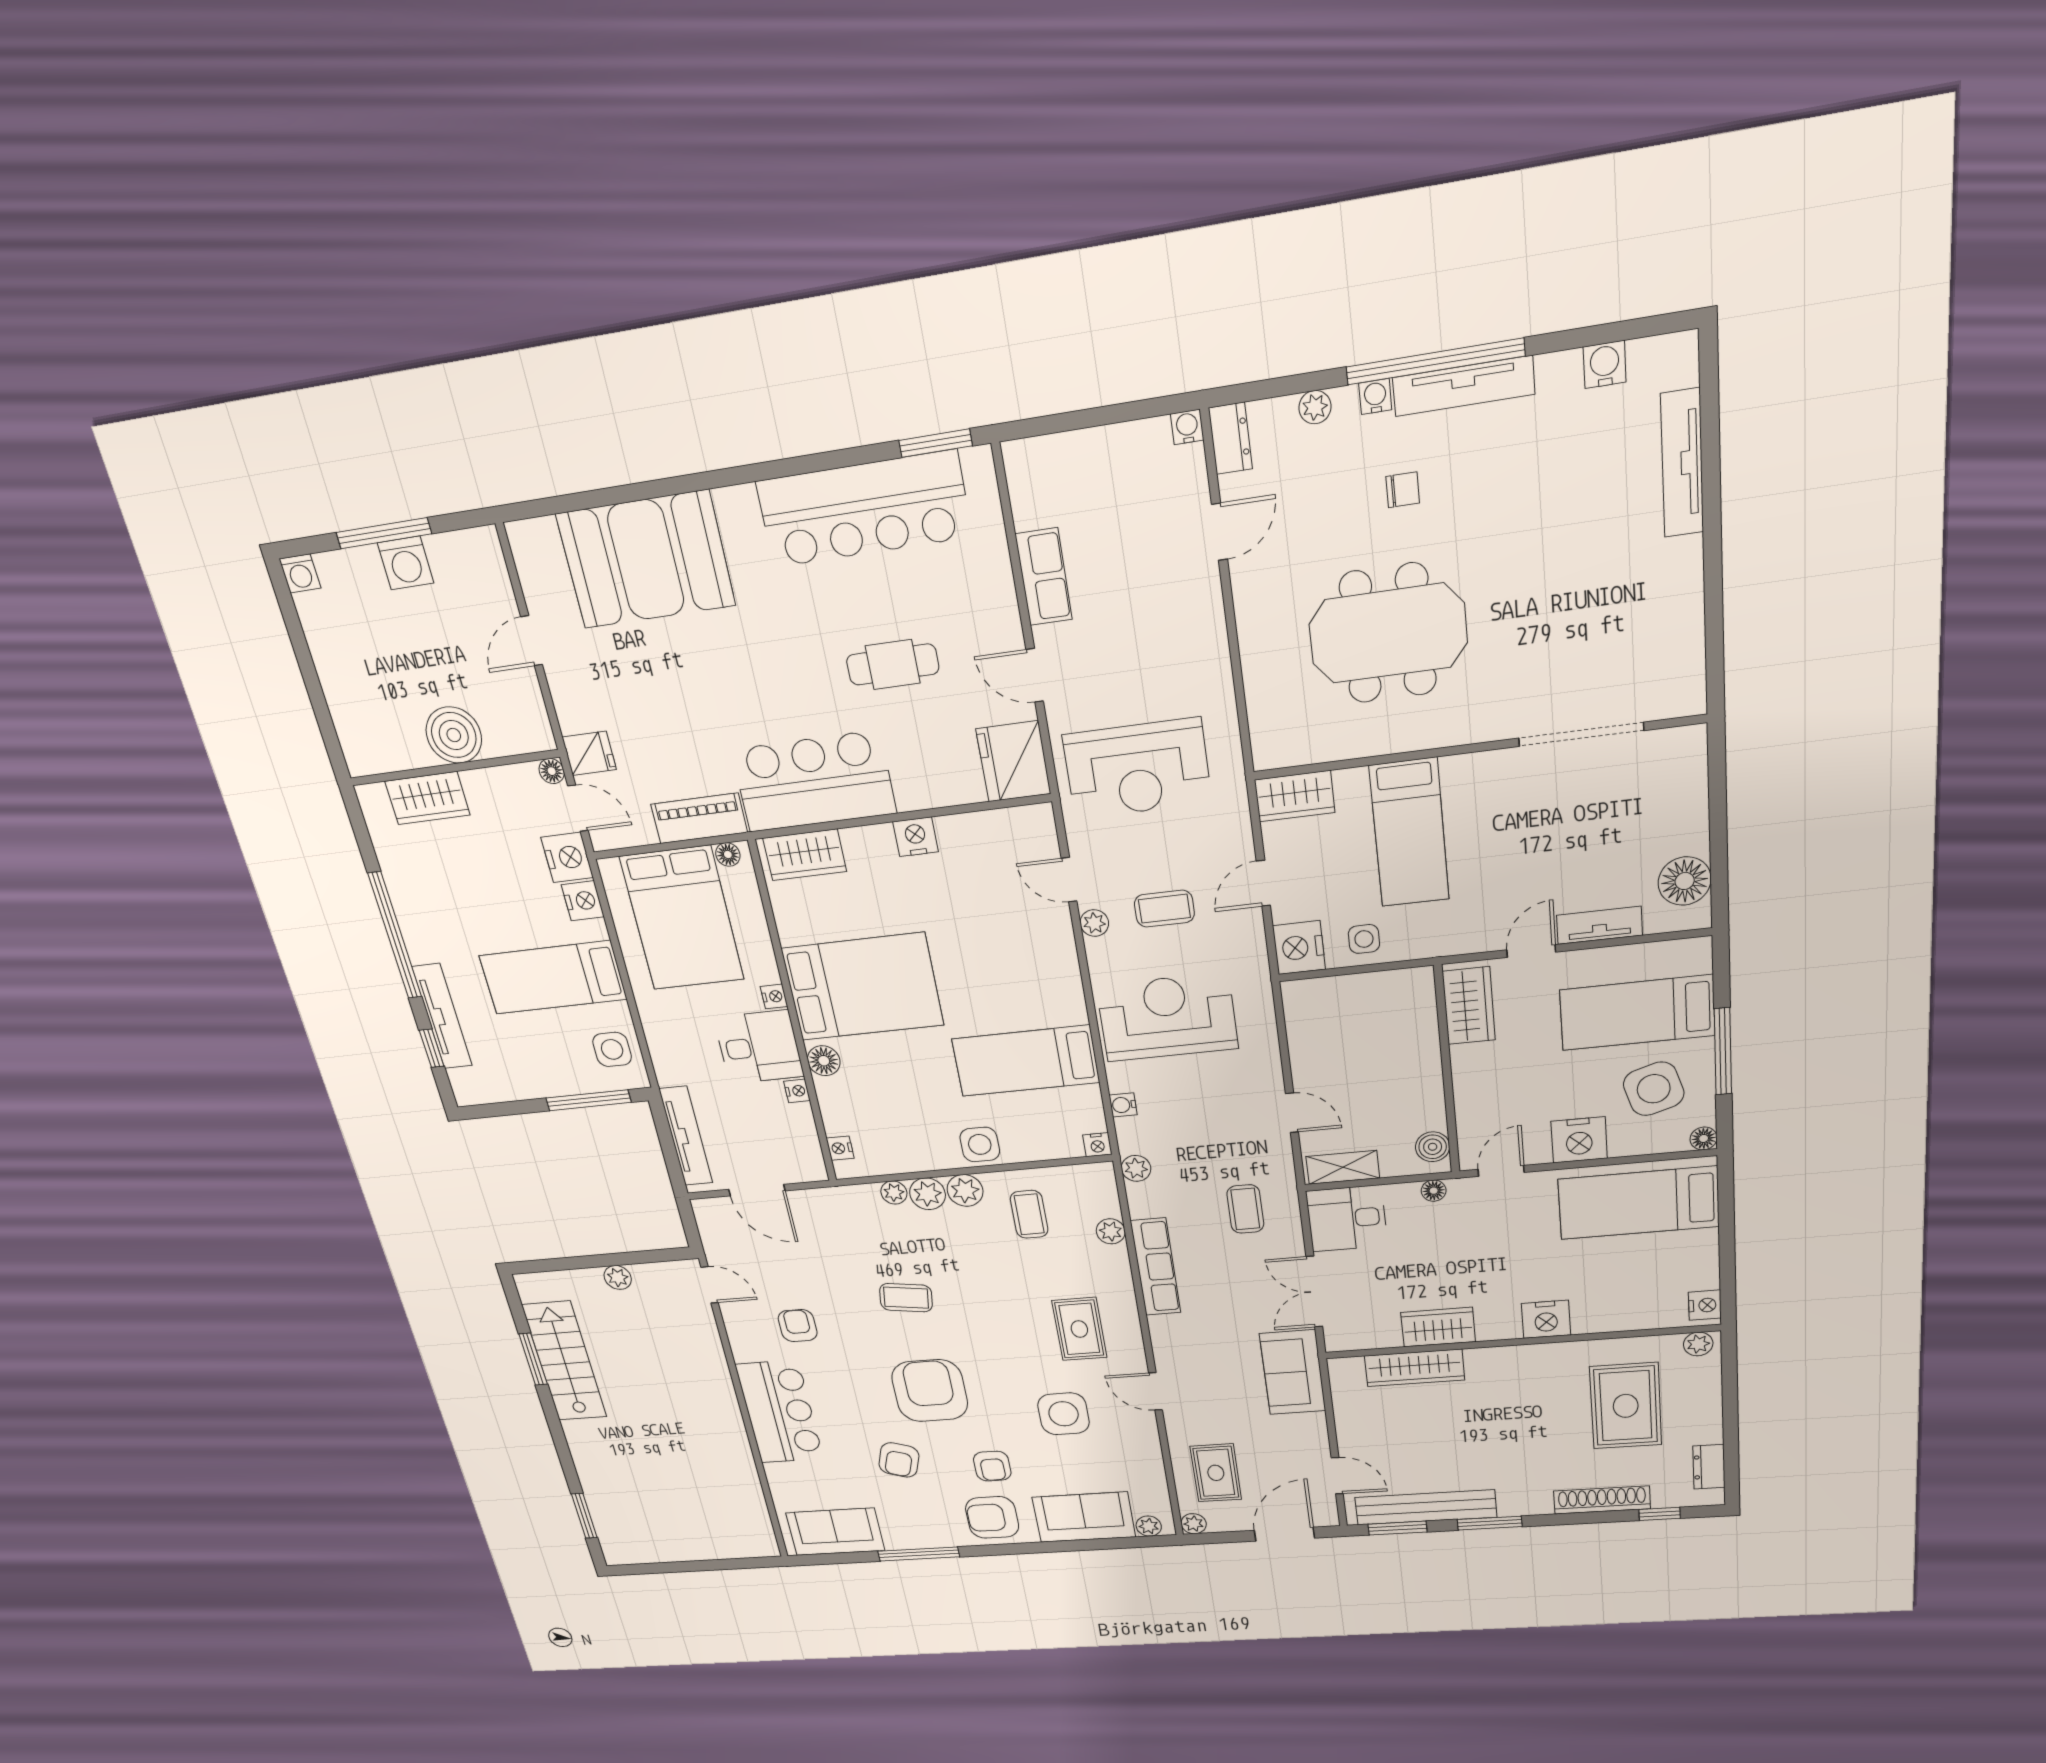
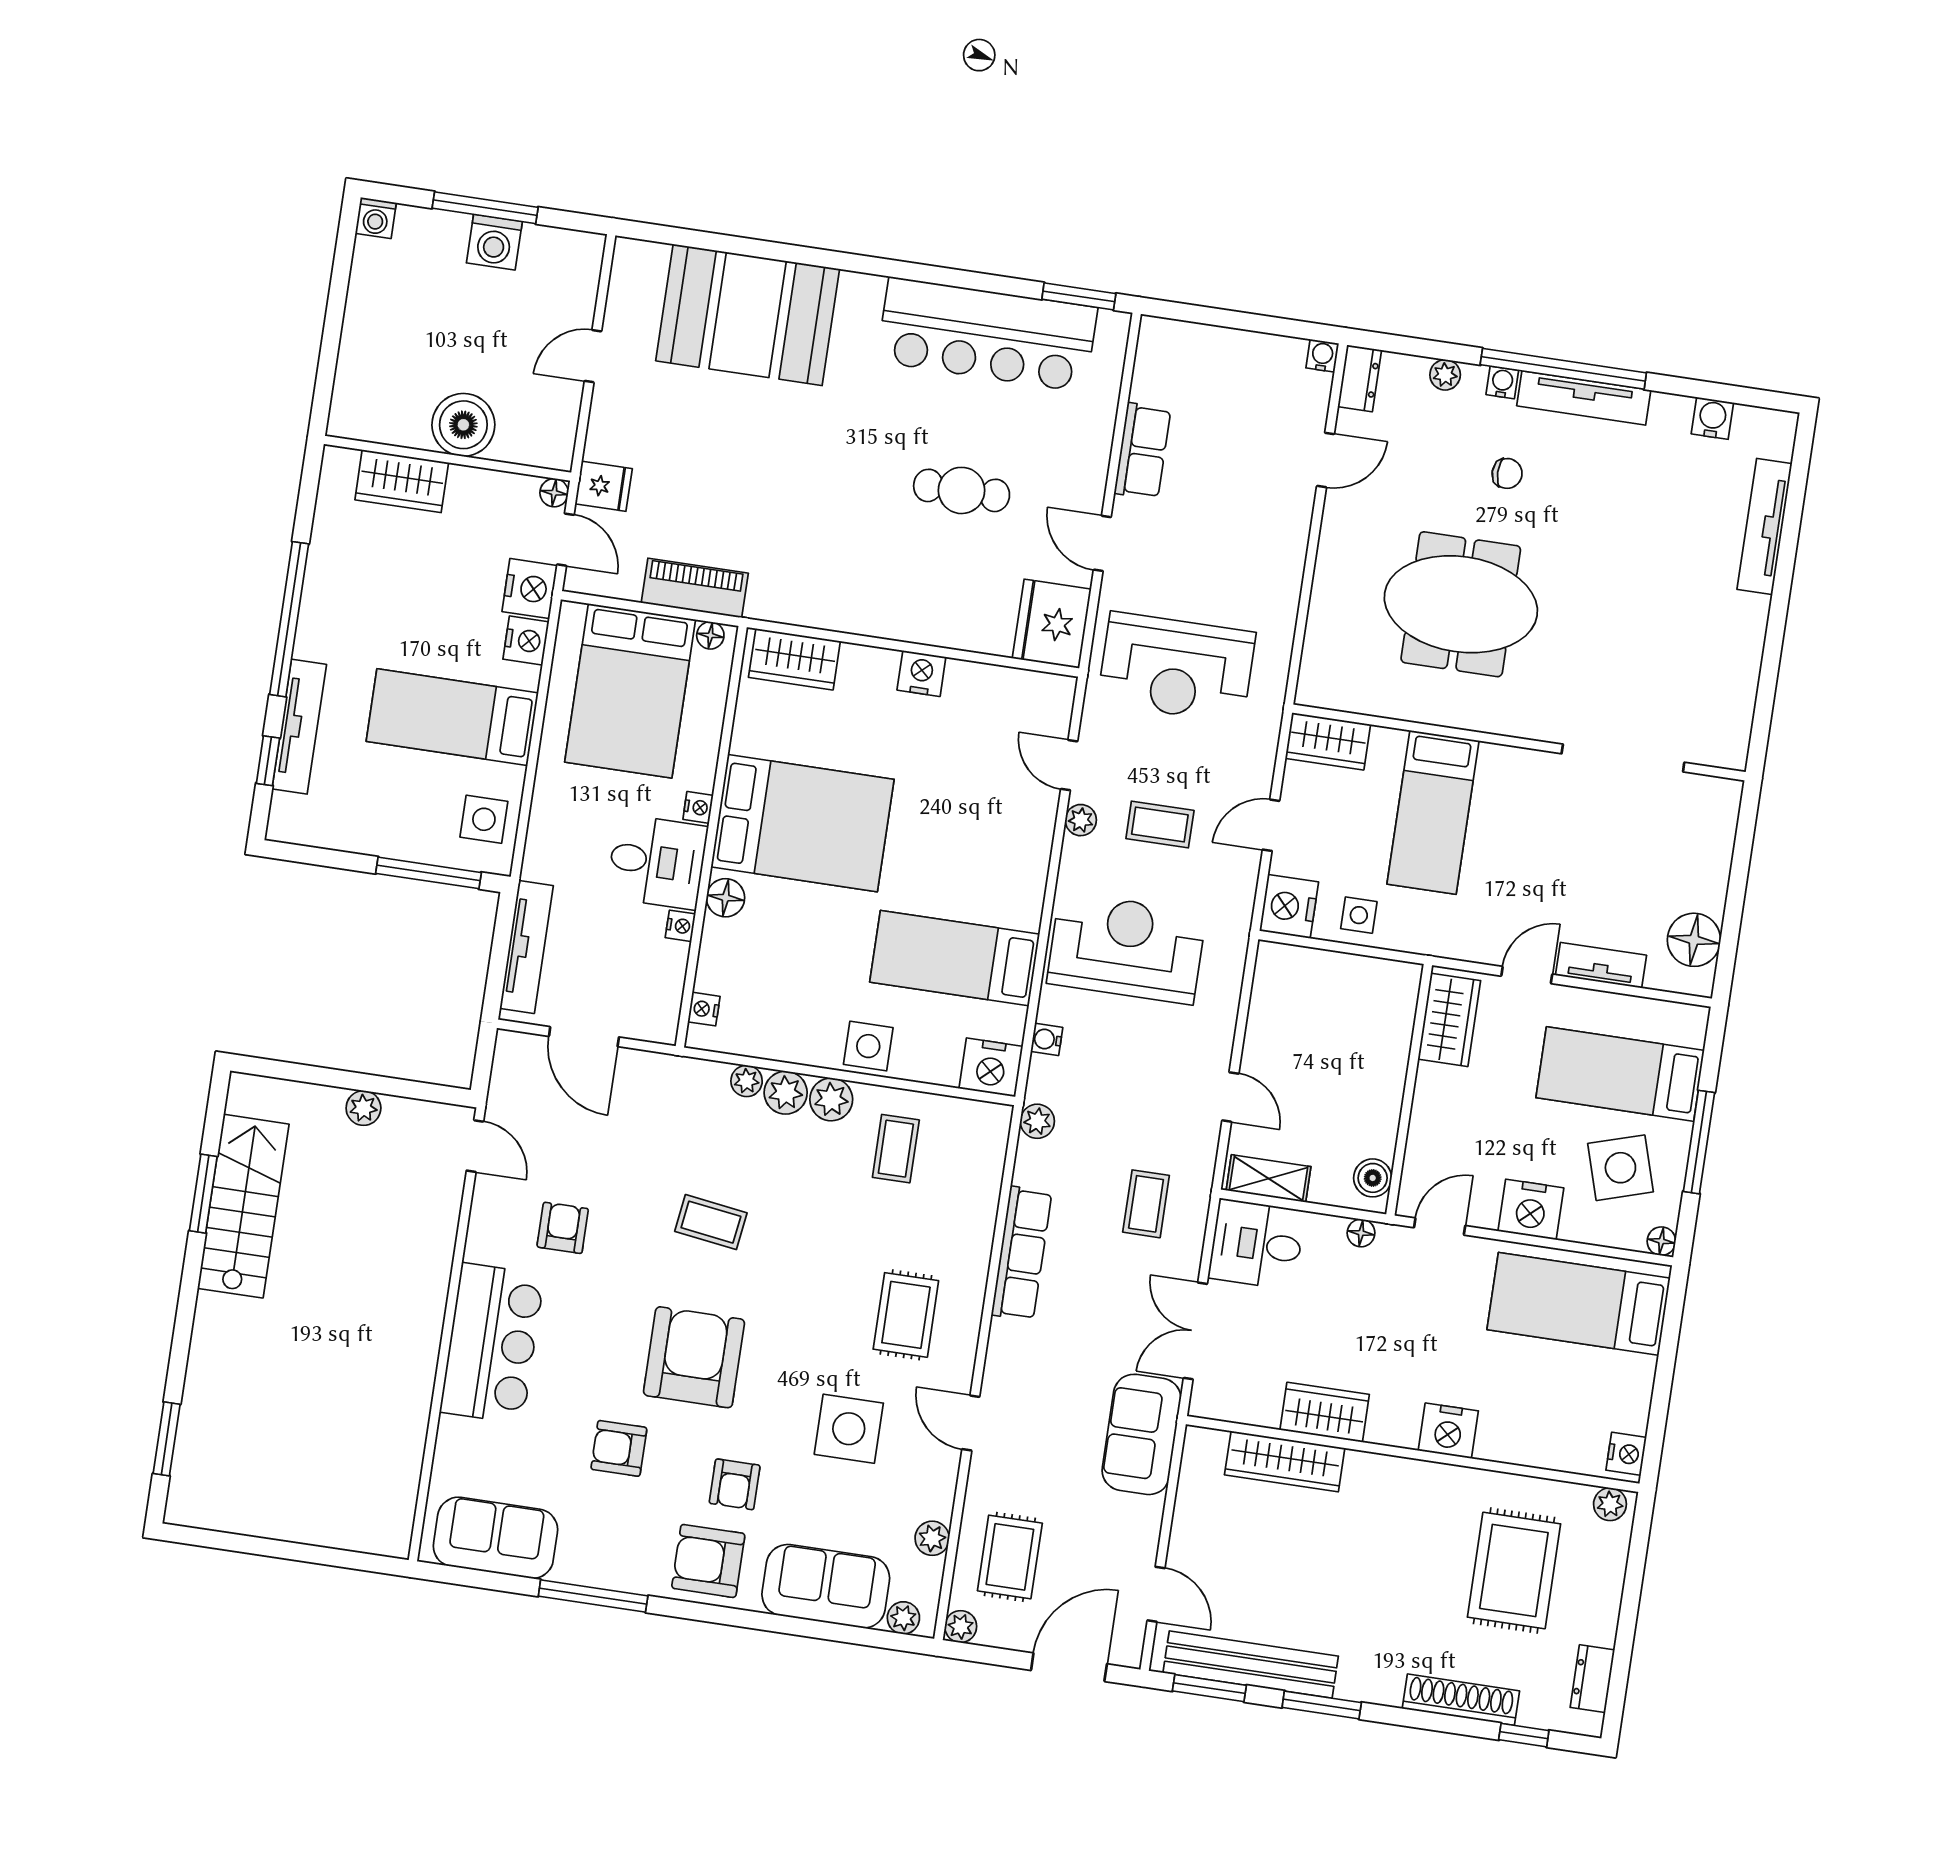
bar counter: (814, 782) -> (835, 585), removed
nightstand: (1097, 1145) -> (991, 1067), width x1.89, depth x1.79
plant: (1111, 1231) -> (932, 1538), moved
armchair: (899, 1460) -> (619, 1448), turned 72

